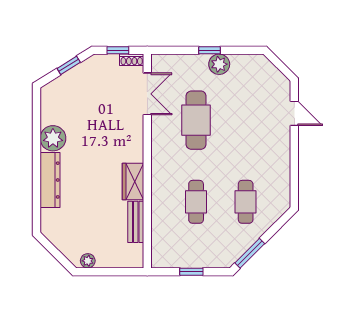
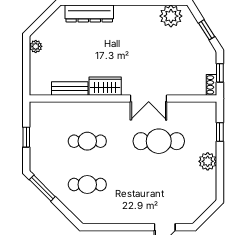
window: (210, 50) -> (220, 132), moved
double door: (147, 94) -> (149, 99), moved
plant: (53, 138) -> (171, 16), moved
dresser: (50, 180) -> (89, 13), moved

